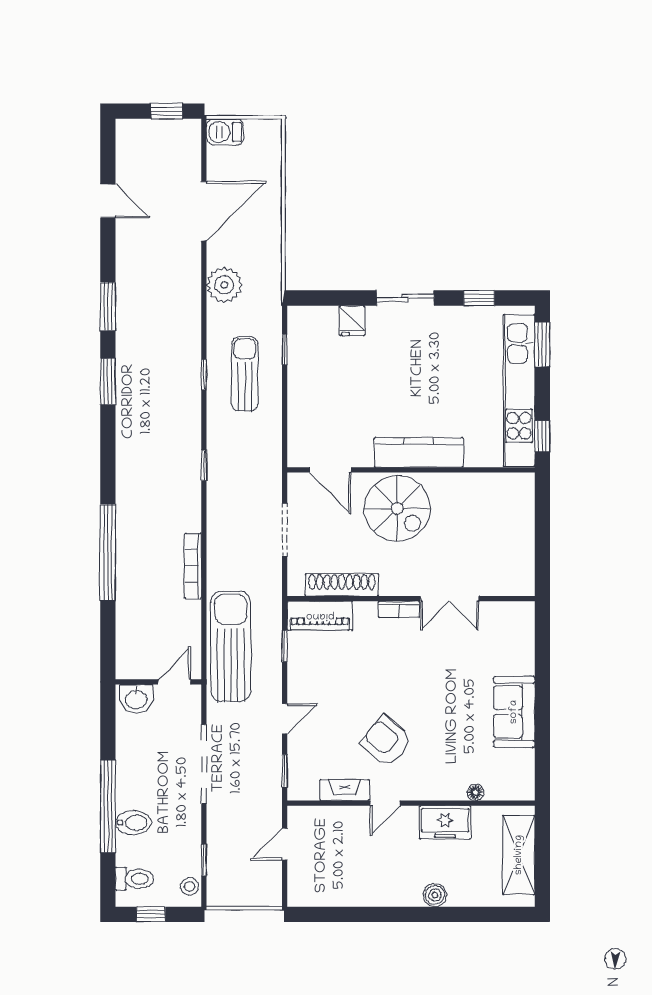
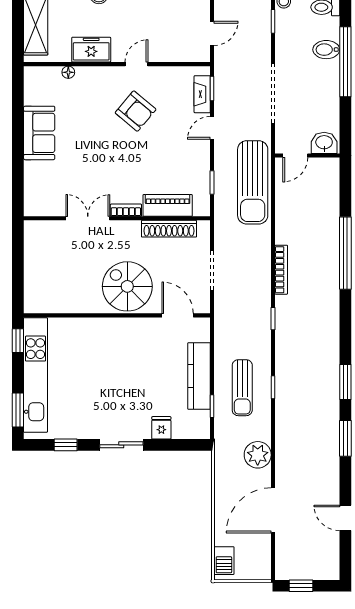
barbecue: (225, 132) -> (224, 561), moved, turned 90
kitchen counter: (419, 452) -> (199, 376), moved, turned 90
bookcase: (193, 566) -> (281, 270), moved
piano: (320, 616) -> (168, 205), moved
fireplace: (345, 790) -> (202, 94), moved, turned 90

